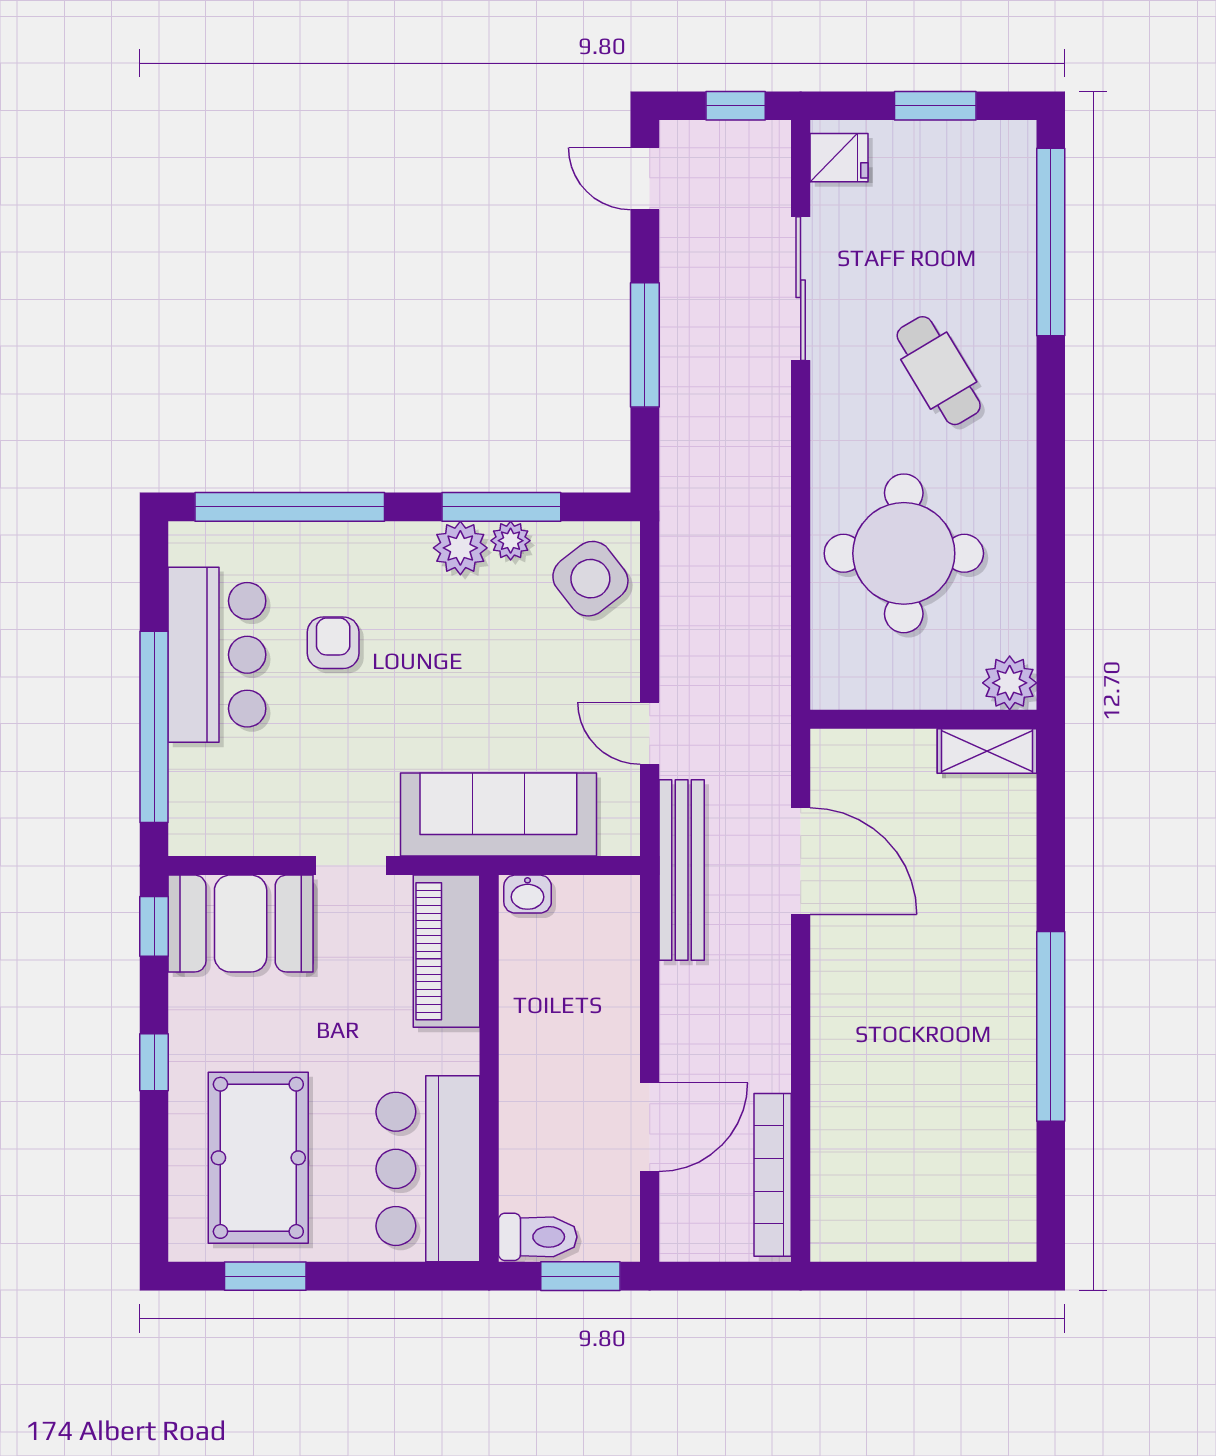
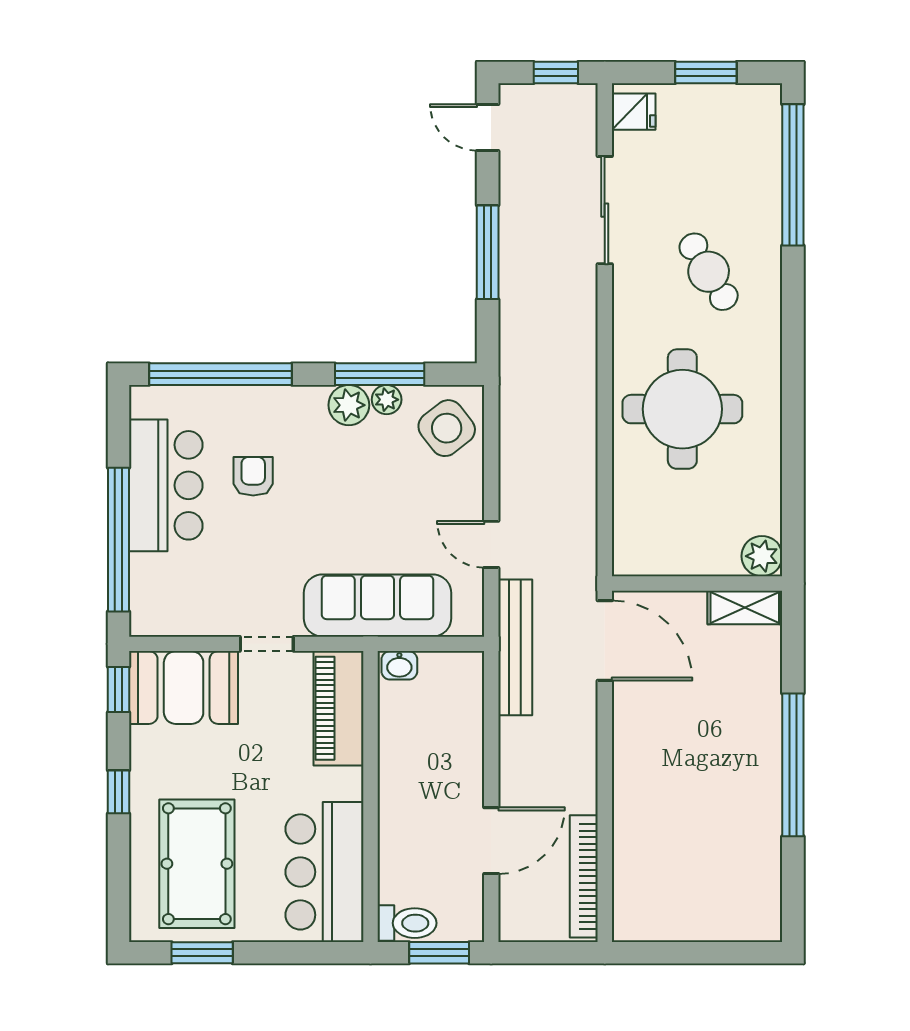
plant: (1010, 683) -> (762, 556), moved
wall: (923, 719) -> (697, 584), moved
shelving: (987, 751) -> (745, 607), moved

